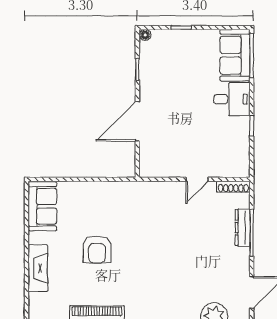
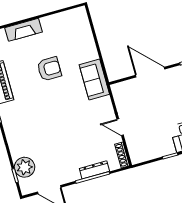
sofa: (42, 206) -> (94, 80), moved, turned 90
armchair: (97, 249) -> (49, 69), turned 180

